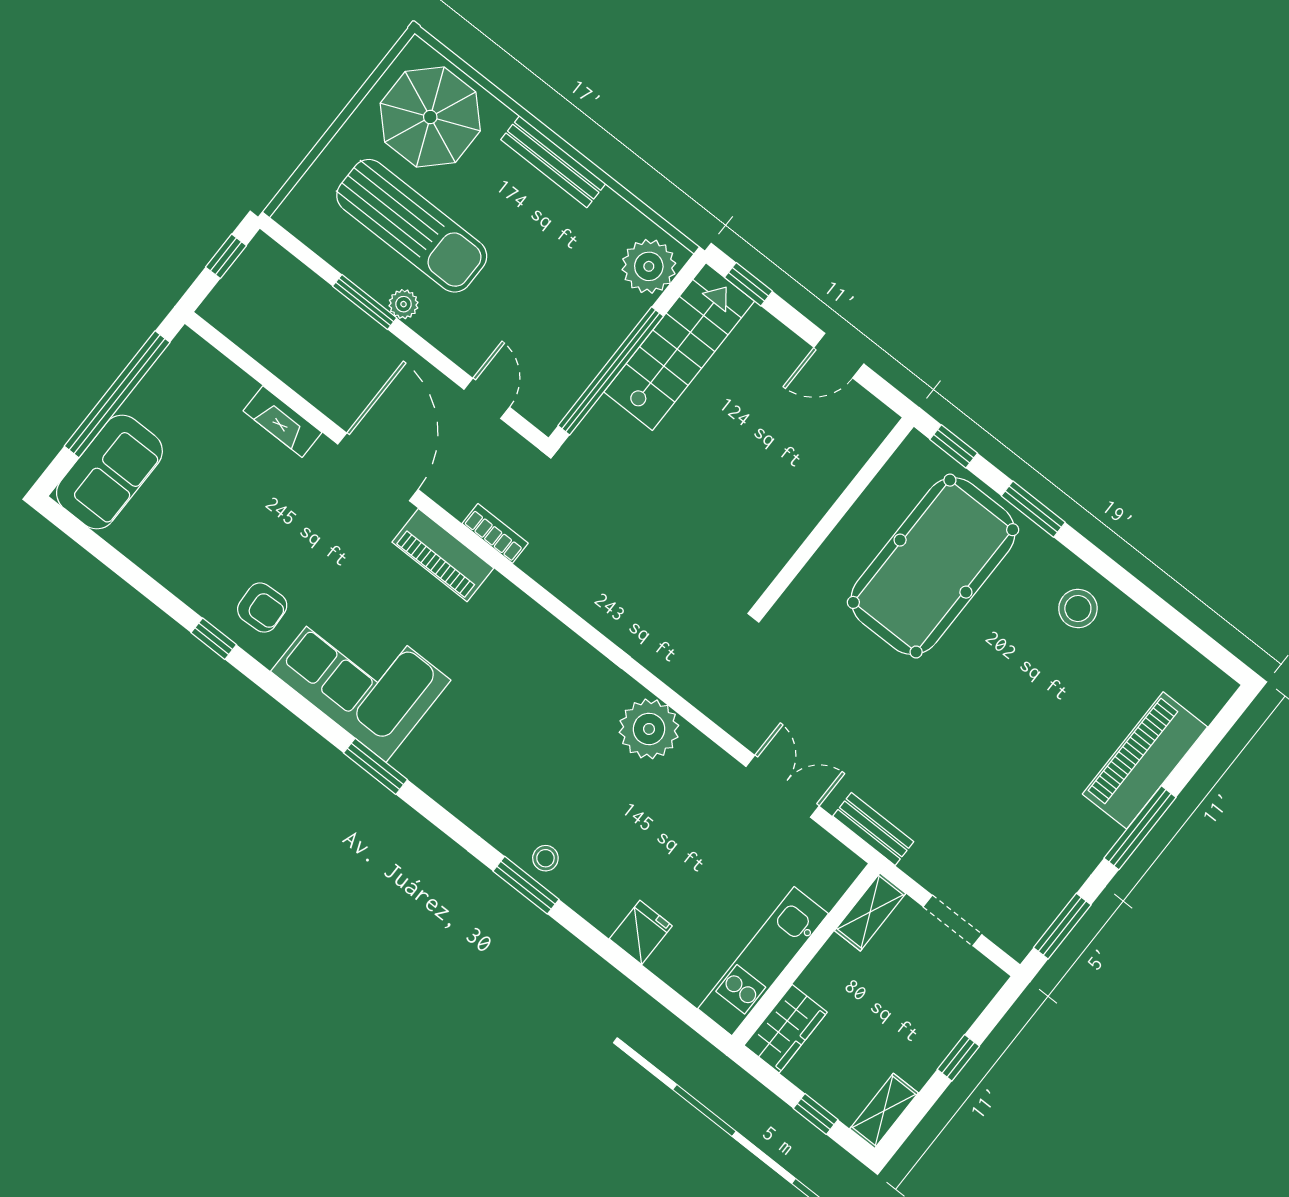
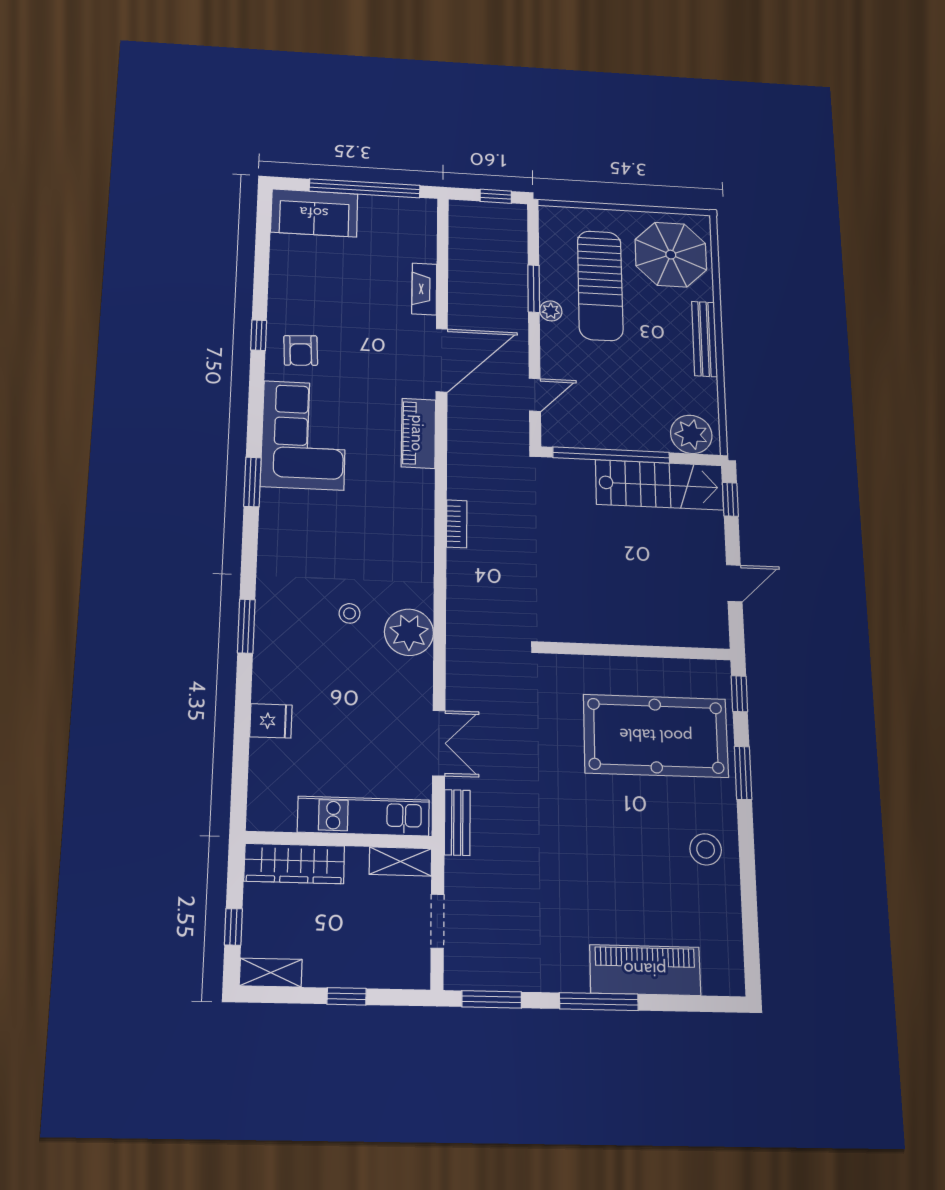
door: (839, 356) -> (734, 583), swing flipped
bookcase: (495, 533) -> (457, 524), moved
stool: (545, 858) -> (350, 613), moved
kitchen unit: (763, 961) -> (363, 816), moved
wardrobe: (786, 1029) -> (294, 864), width x1.50

